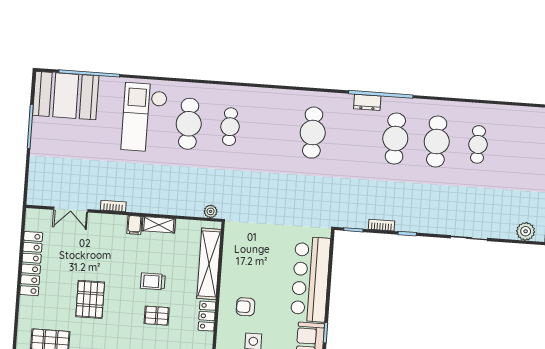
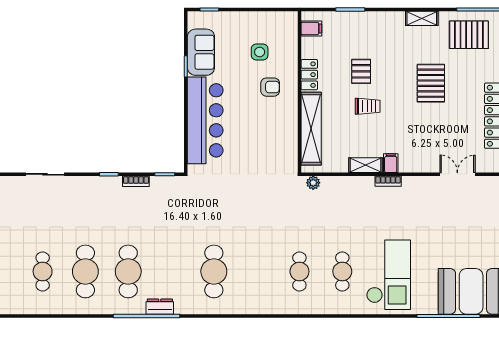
cafe table: (189, 124) -> (342, 271), width x0.73, depth x0.74
bookcase: (113, 206) -> (388, 181), moved
pallet: (157, 316) -> (361, 71), turned 90

